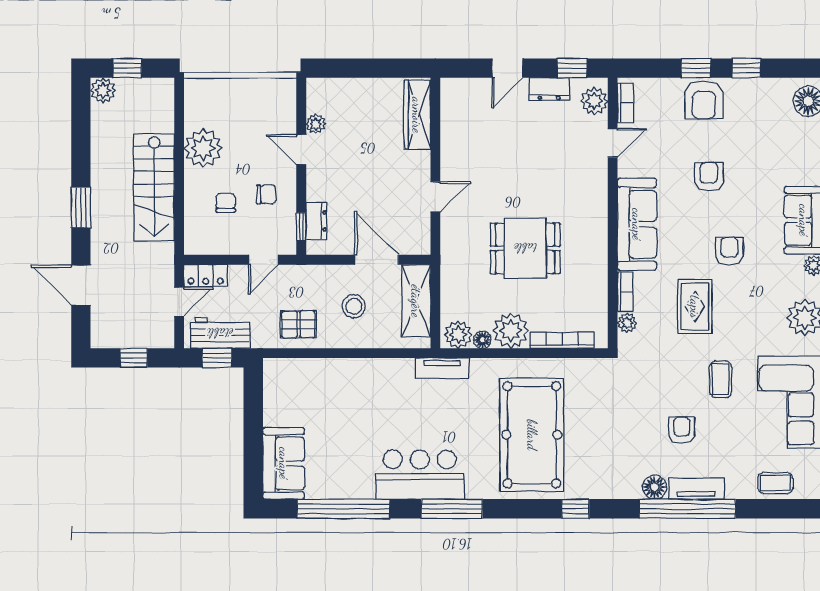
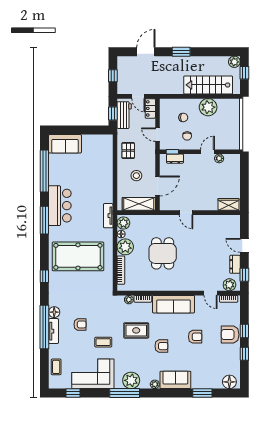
wardrobe: (417, 115) -> (228, 204), width x0.67
stairs: (154, 187) -> (208, 85), moved

